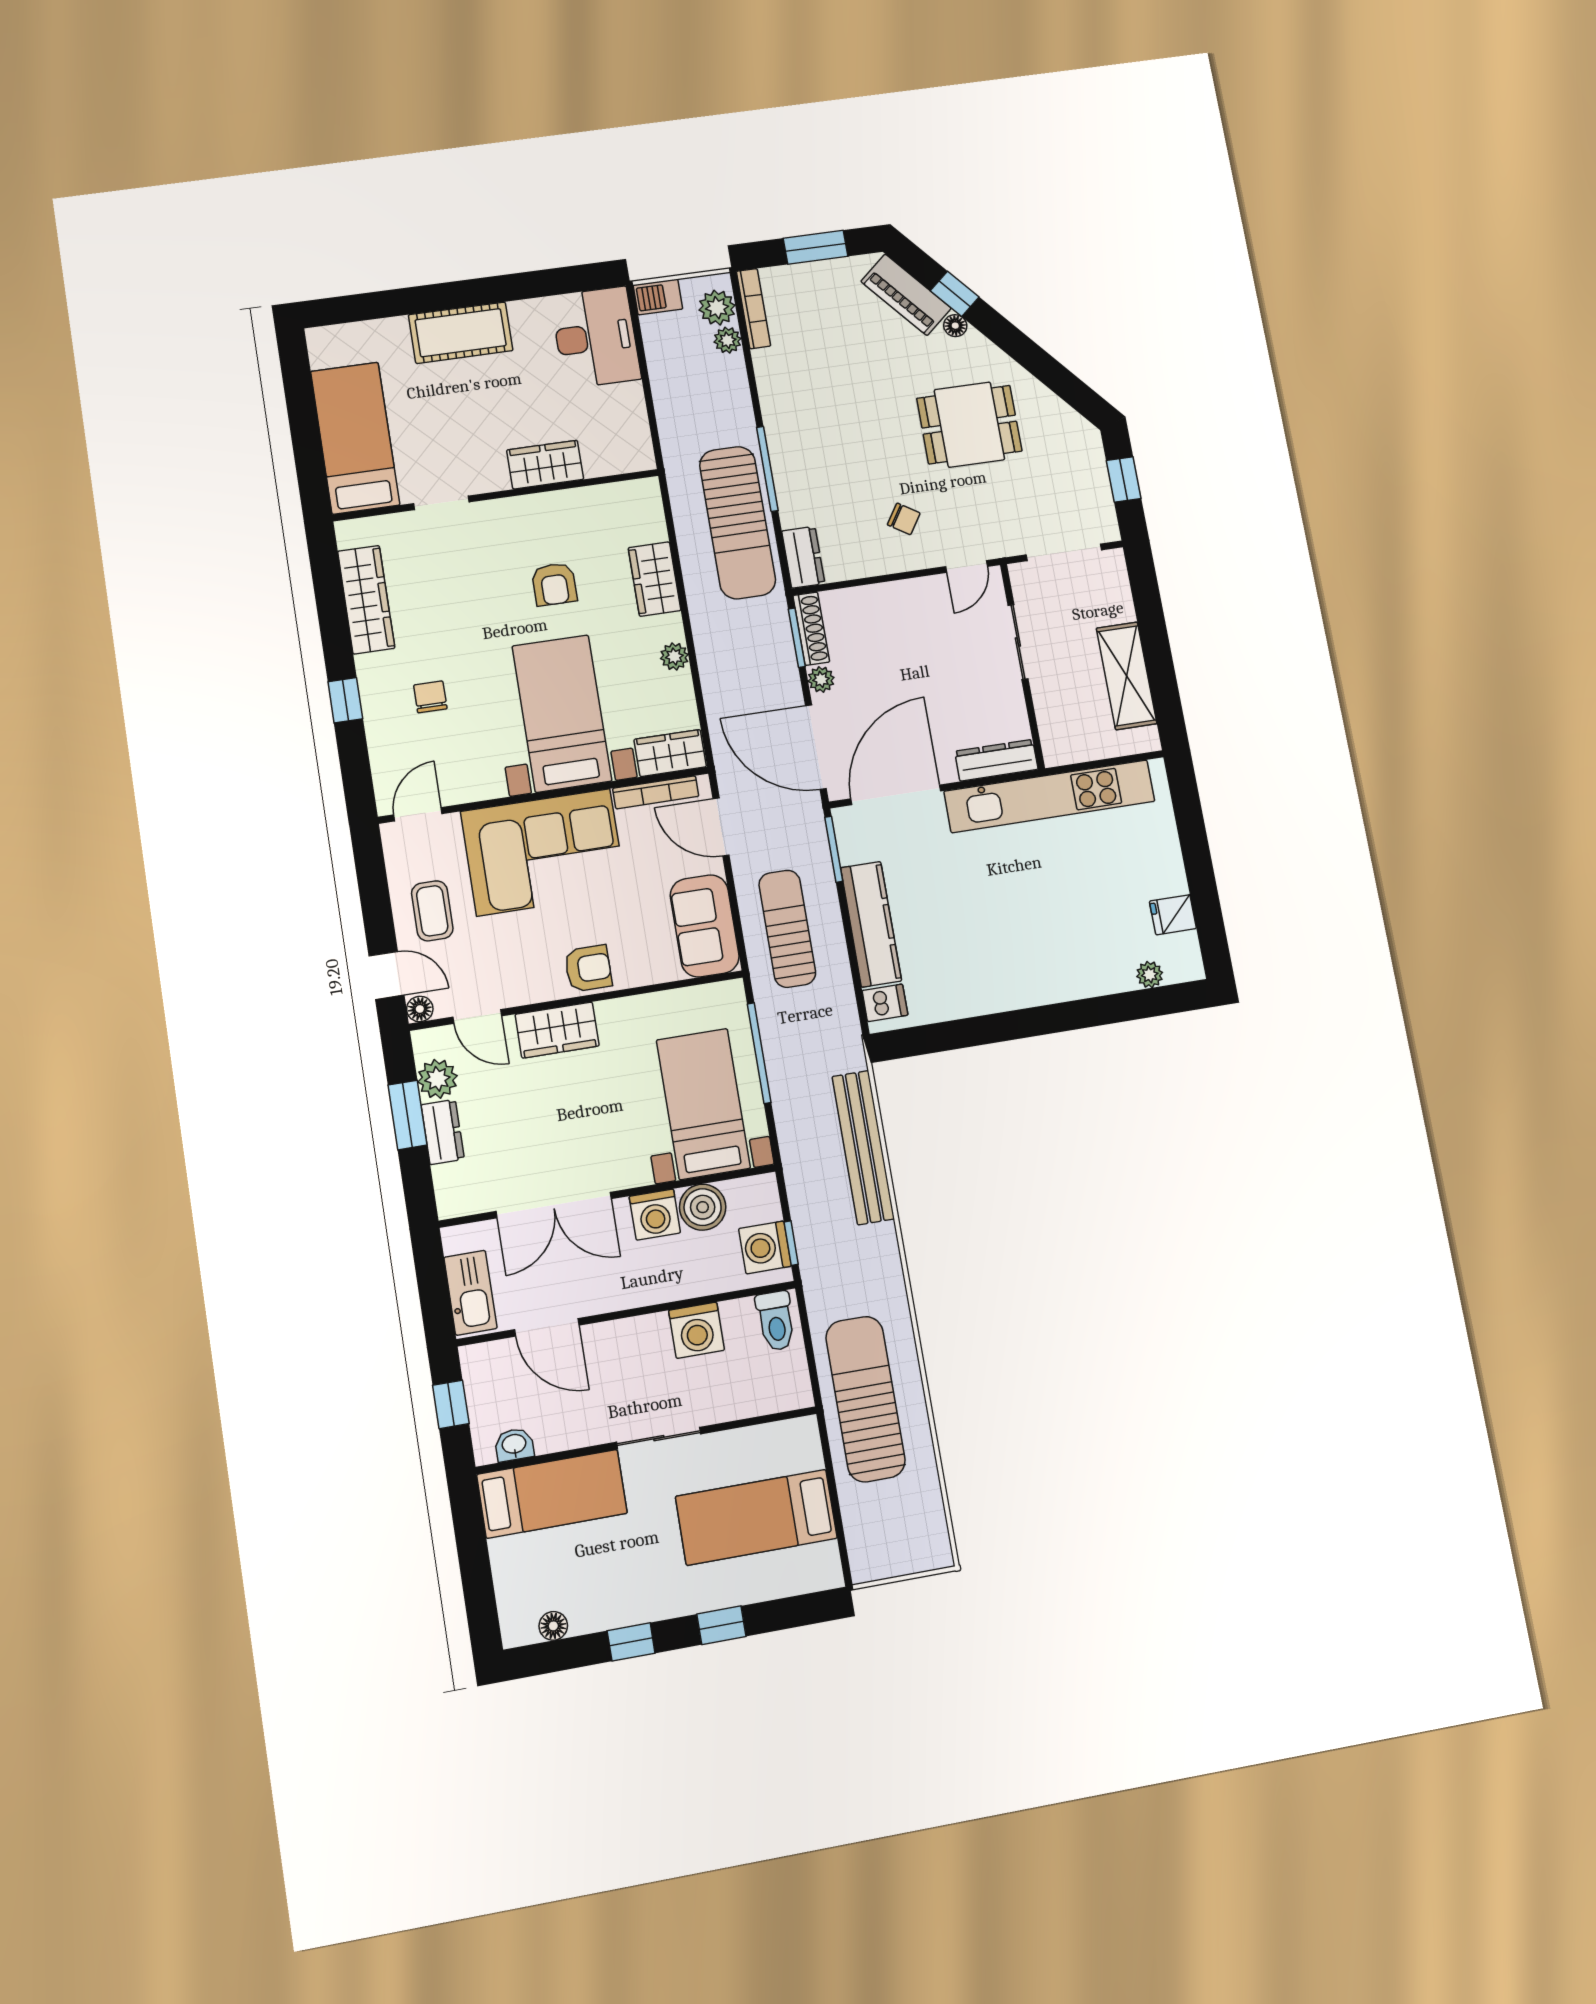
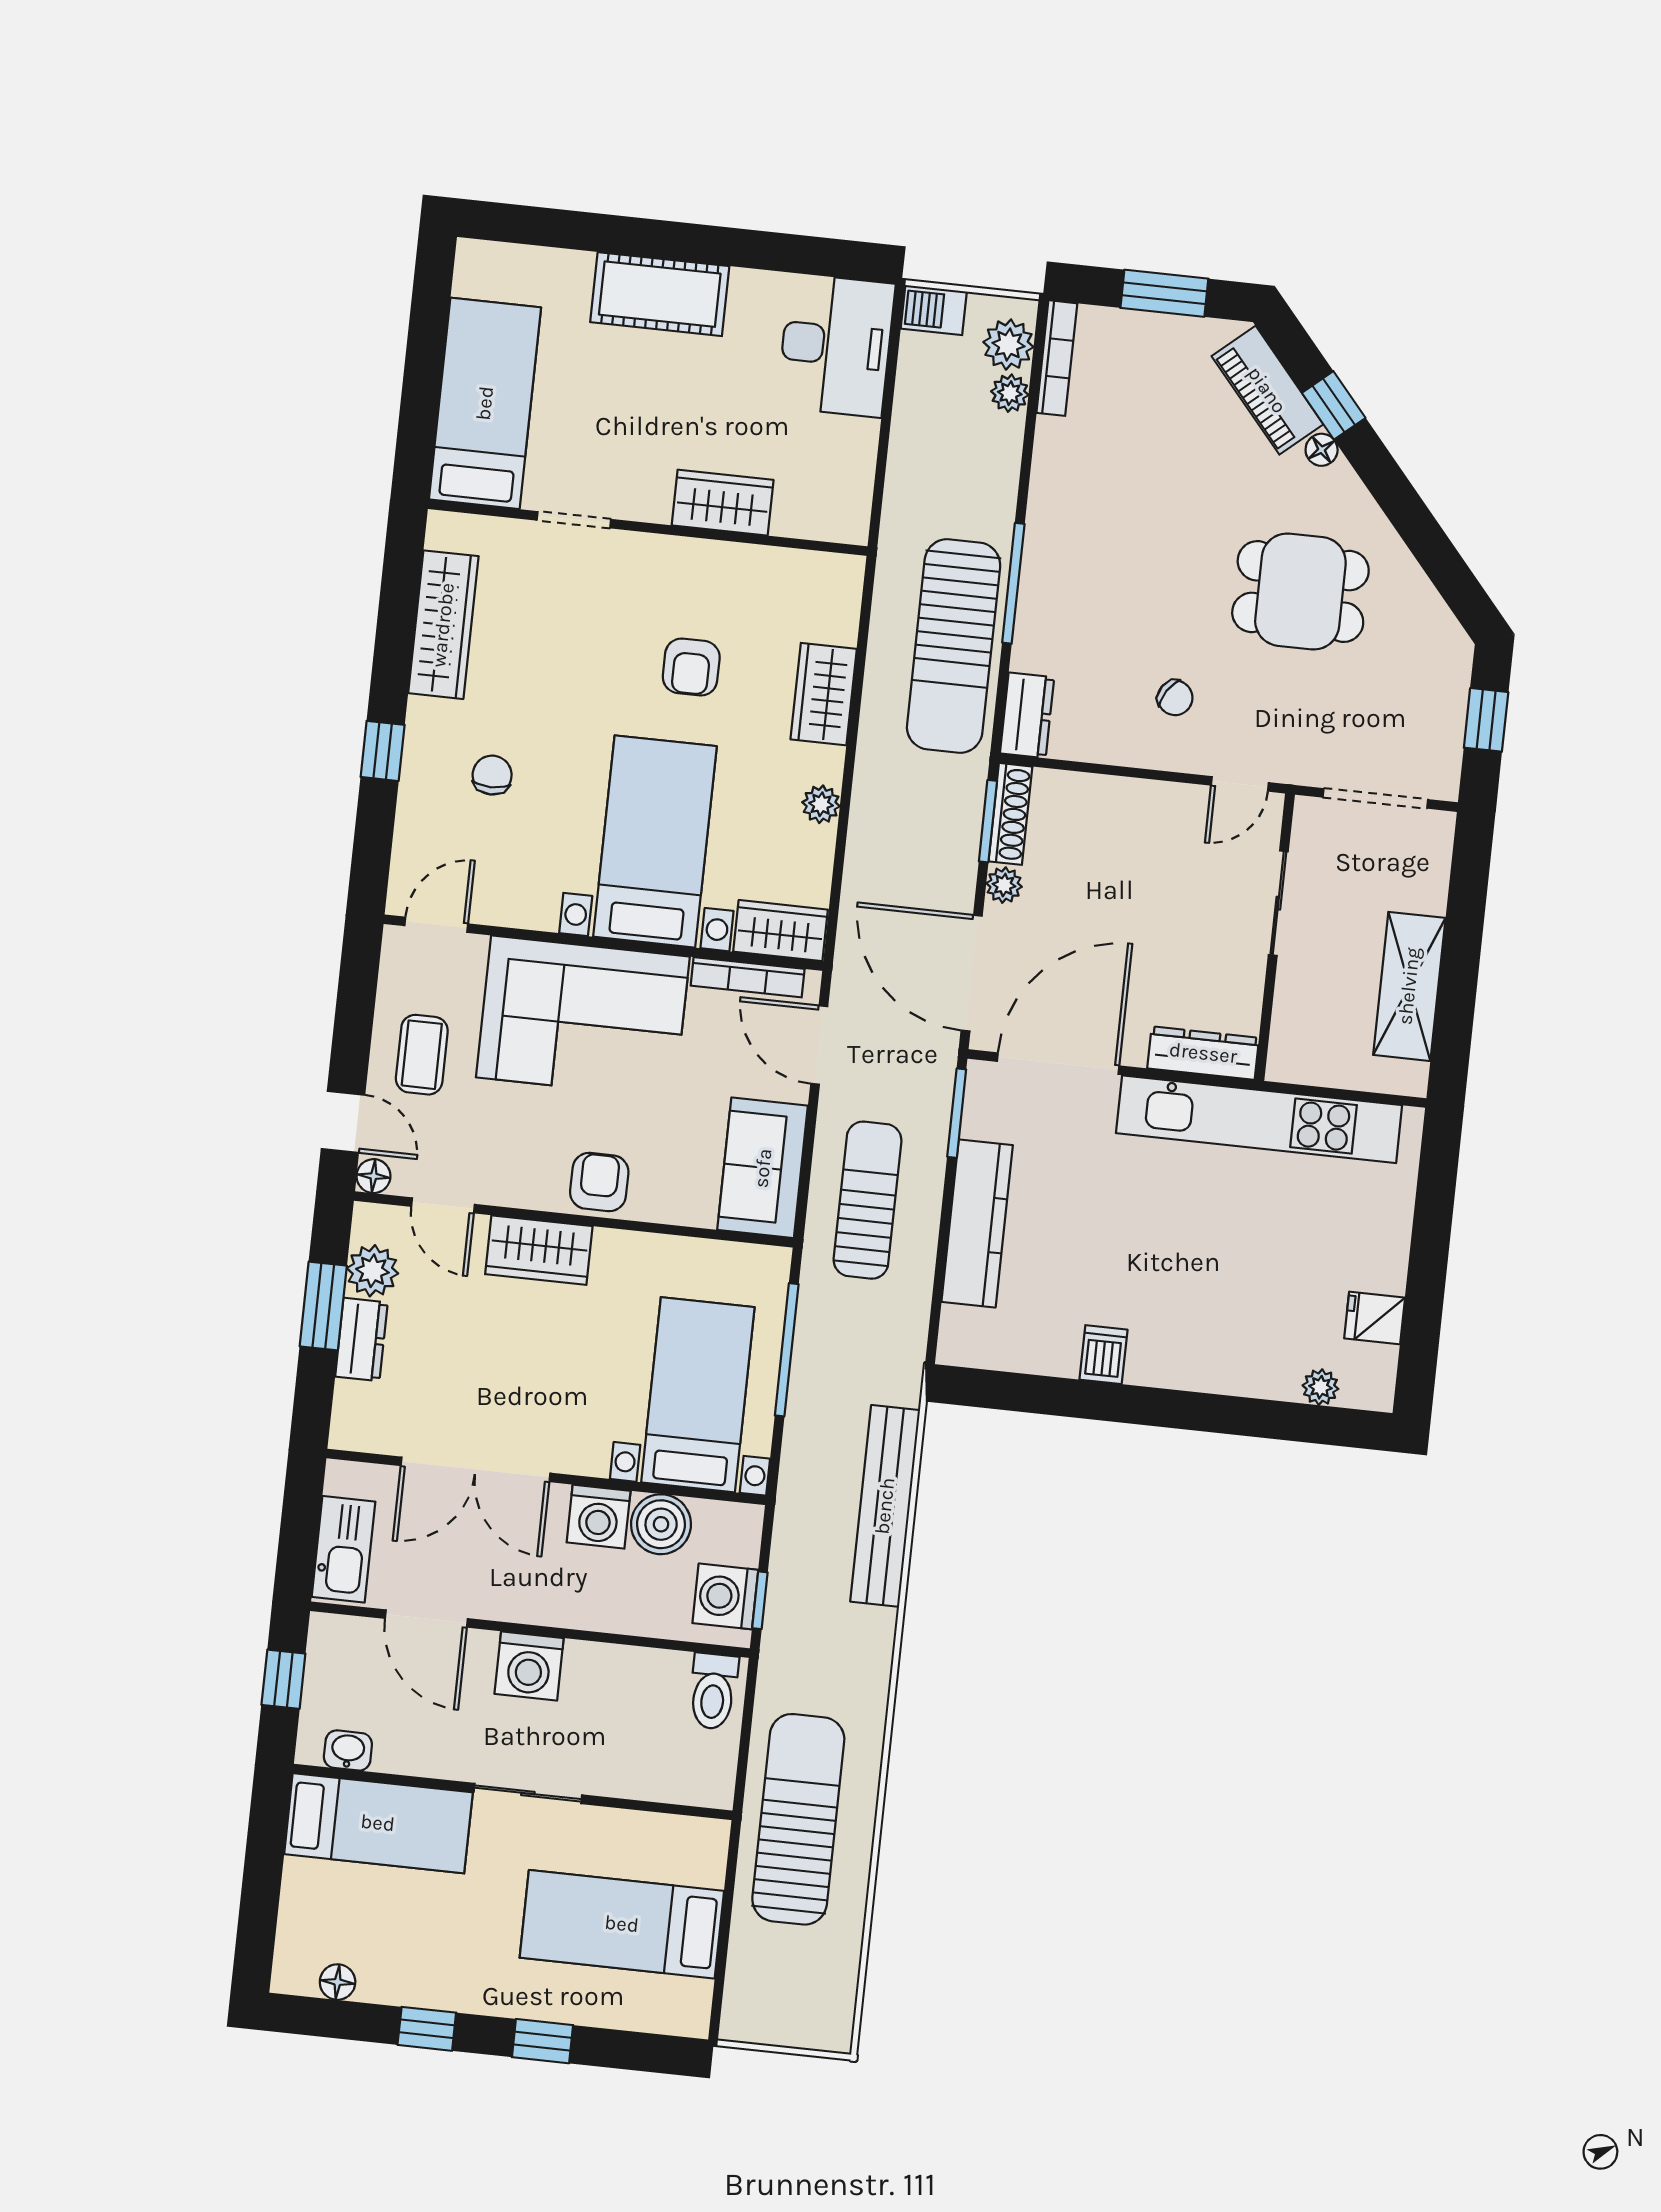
armchair: (588, 968) -> (599, 1182), turned -90
dishwasher: (885, 1003) -> (1104, 1355), moved, turned -90
washing machine: (696, 1330) -> (529, 1666), moved

